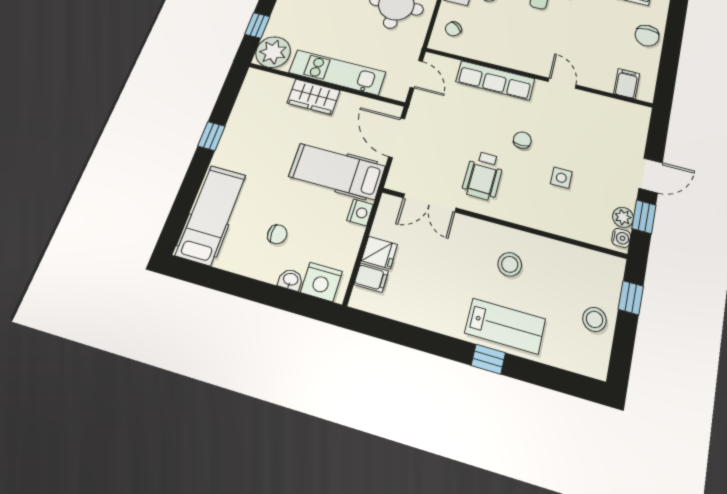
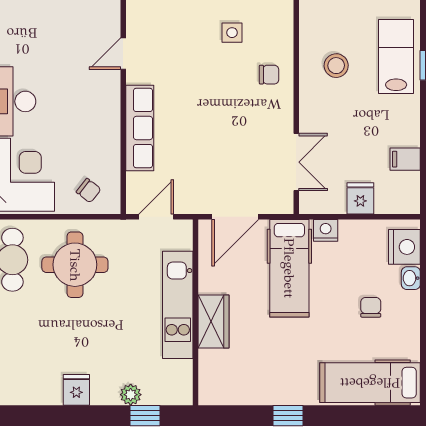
plant: (273, 52) -> (131, 395), moved, width x0.53, depth x0.53
chair: (522, 140) -> (269, 75), moved, turned 180
wheelchair: (483, 176) -> (252, 114), removed
filing cabinet: (371, 278) -> (405, 159), moved, turned -90

